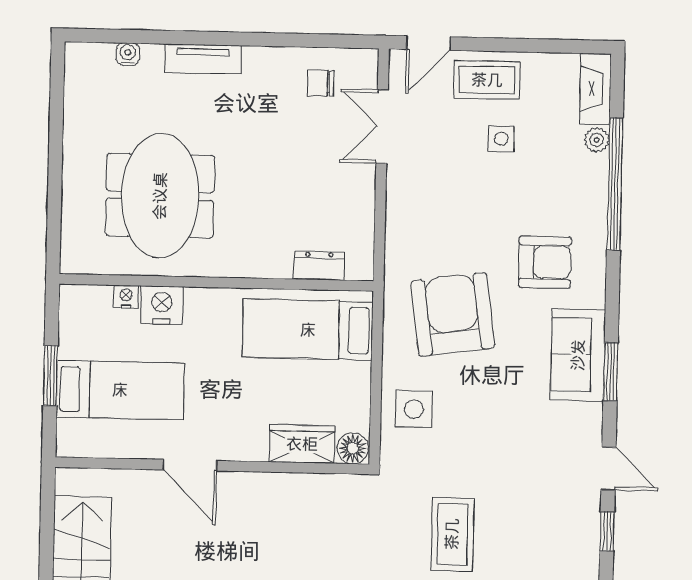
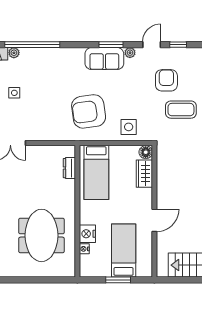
meeting table: (160, 196) -> (41, 235), turned 90
armchair: (545, 262) -> (166, 80), moved
plant: (591, 416) -> (130, 53), added

